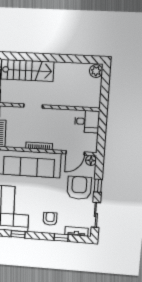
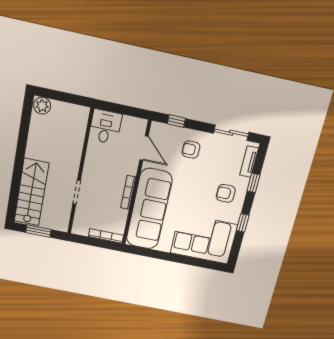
floor lamp: (91, 160) -> (157, 129), removed
window: (98, 186) -> (176, 121), moved
armchair: (79, 188) -> (191, 150), width x0.53, depth x0.53
window: (18, 234) -> (243, 223), moved

